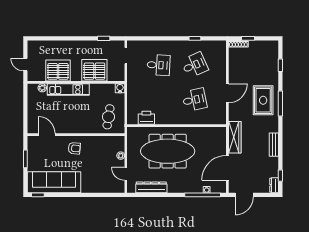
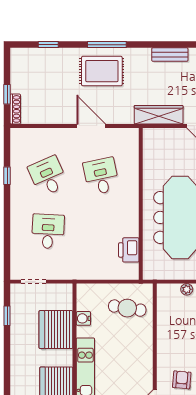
water cooler: (120, 88) -> (83, 318), moved
armchair: (74, 148) -> (182, 380), moved

